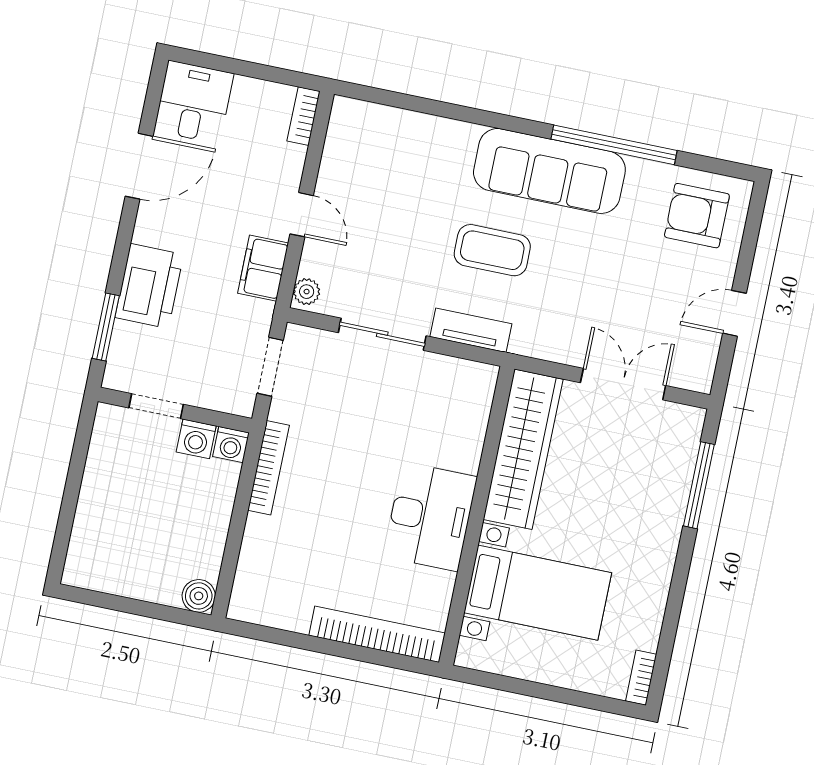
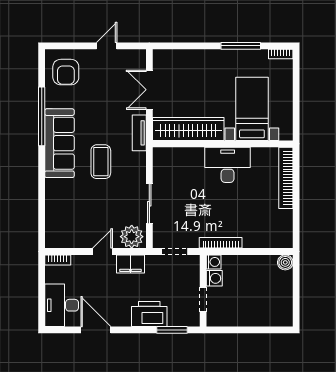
desk: (194, 102) -> (62, 305), width x1.37
plant: (307, 292) -> (132, 237), width x1.87, depth x1.87
door: (734, 313) -> (107, 46), swing flipped
tv unit: (471, 330) -> (139, 133), moved
window: (699, 485) -> (241, 46), moved

